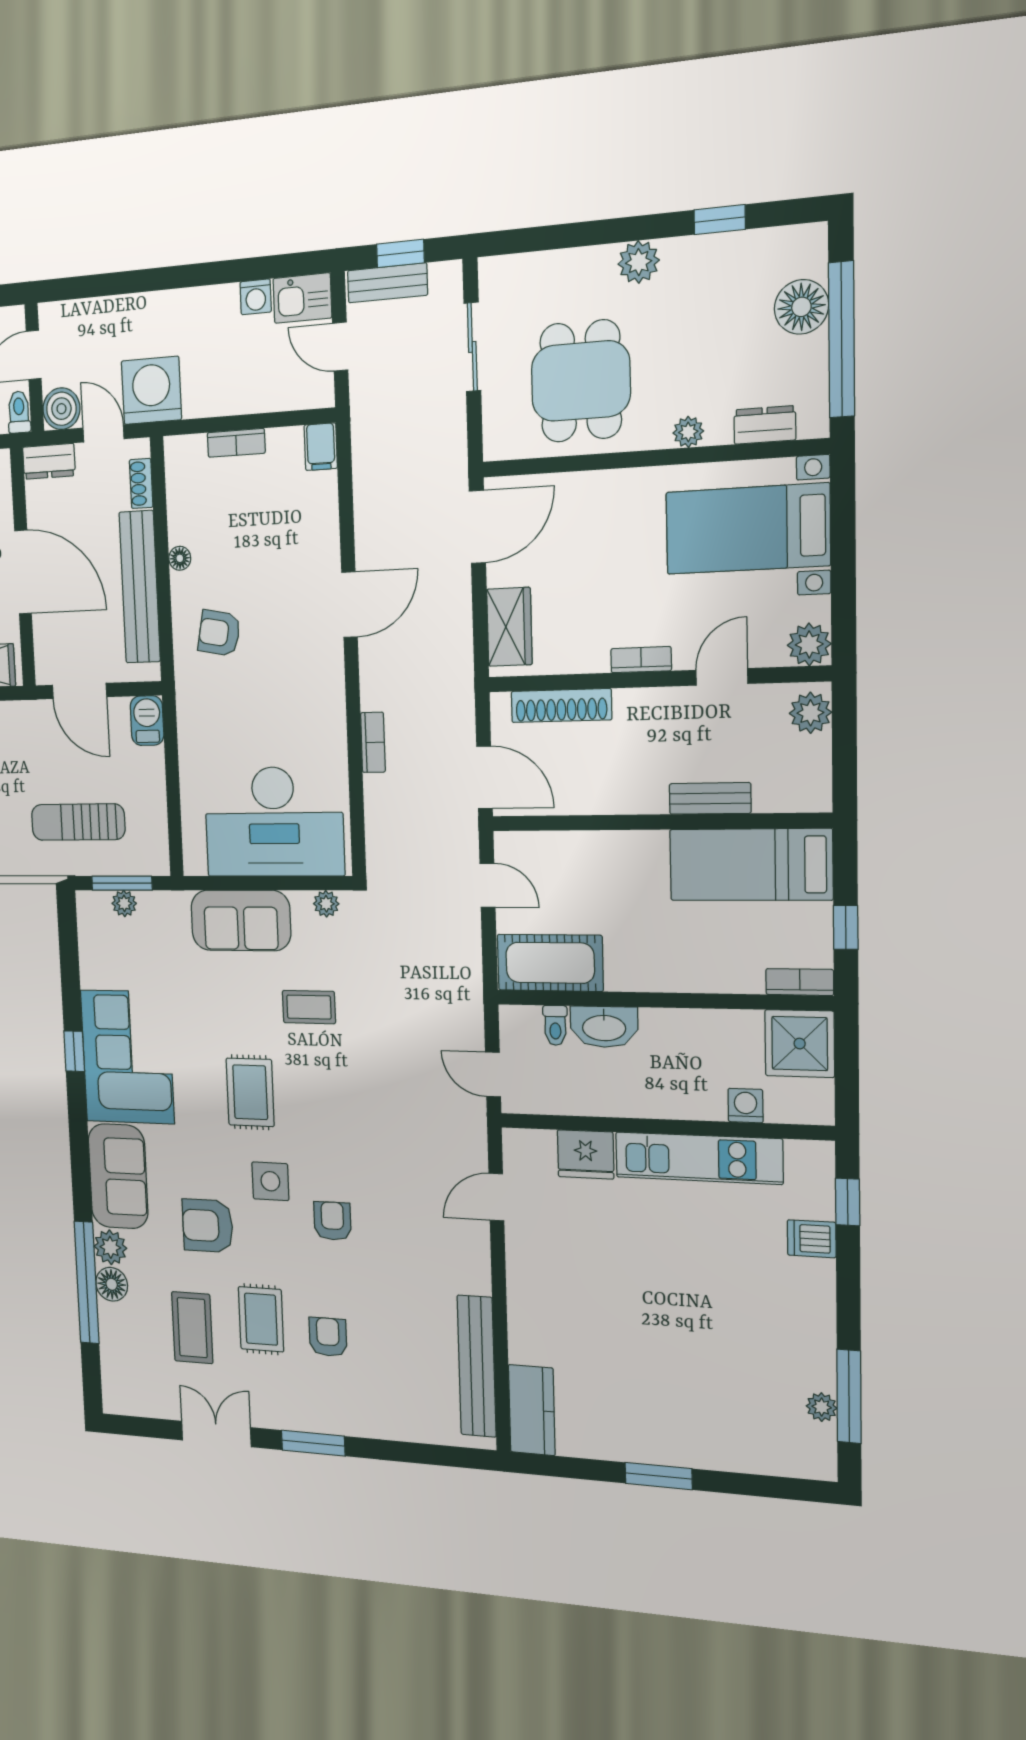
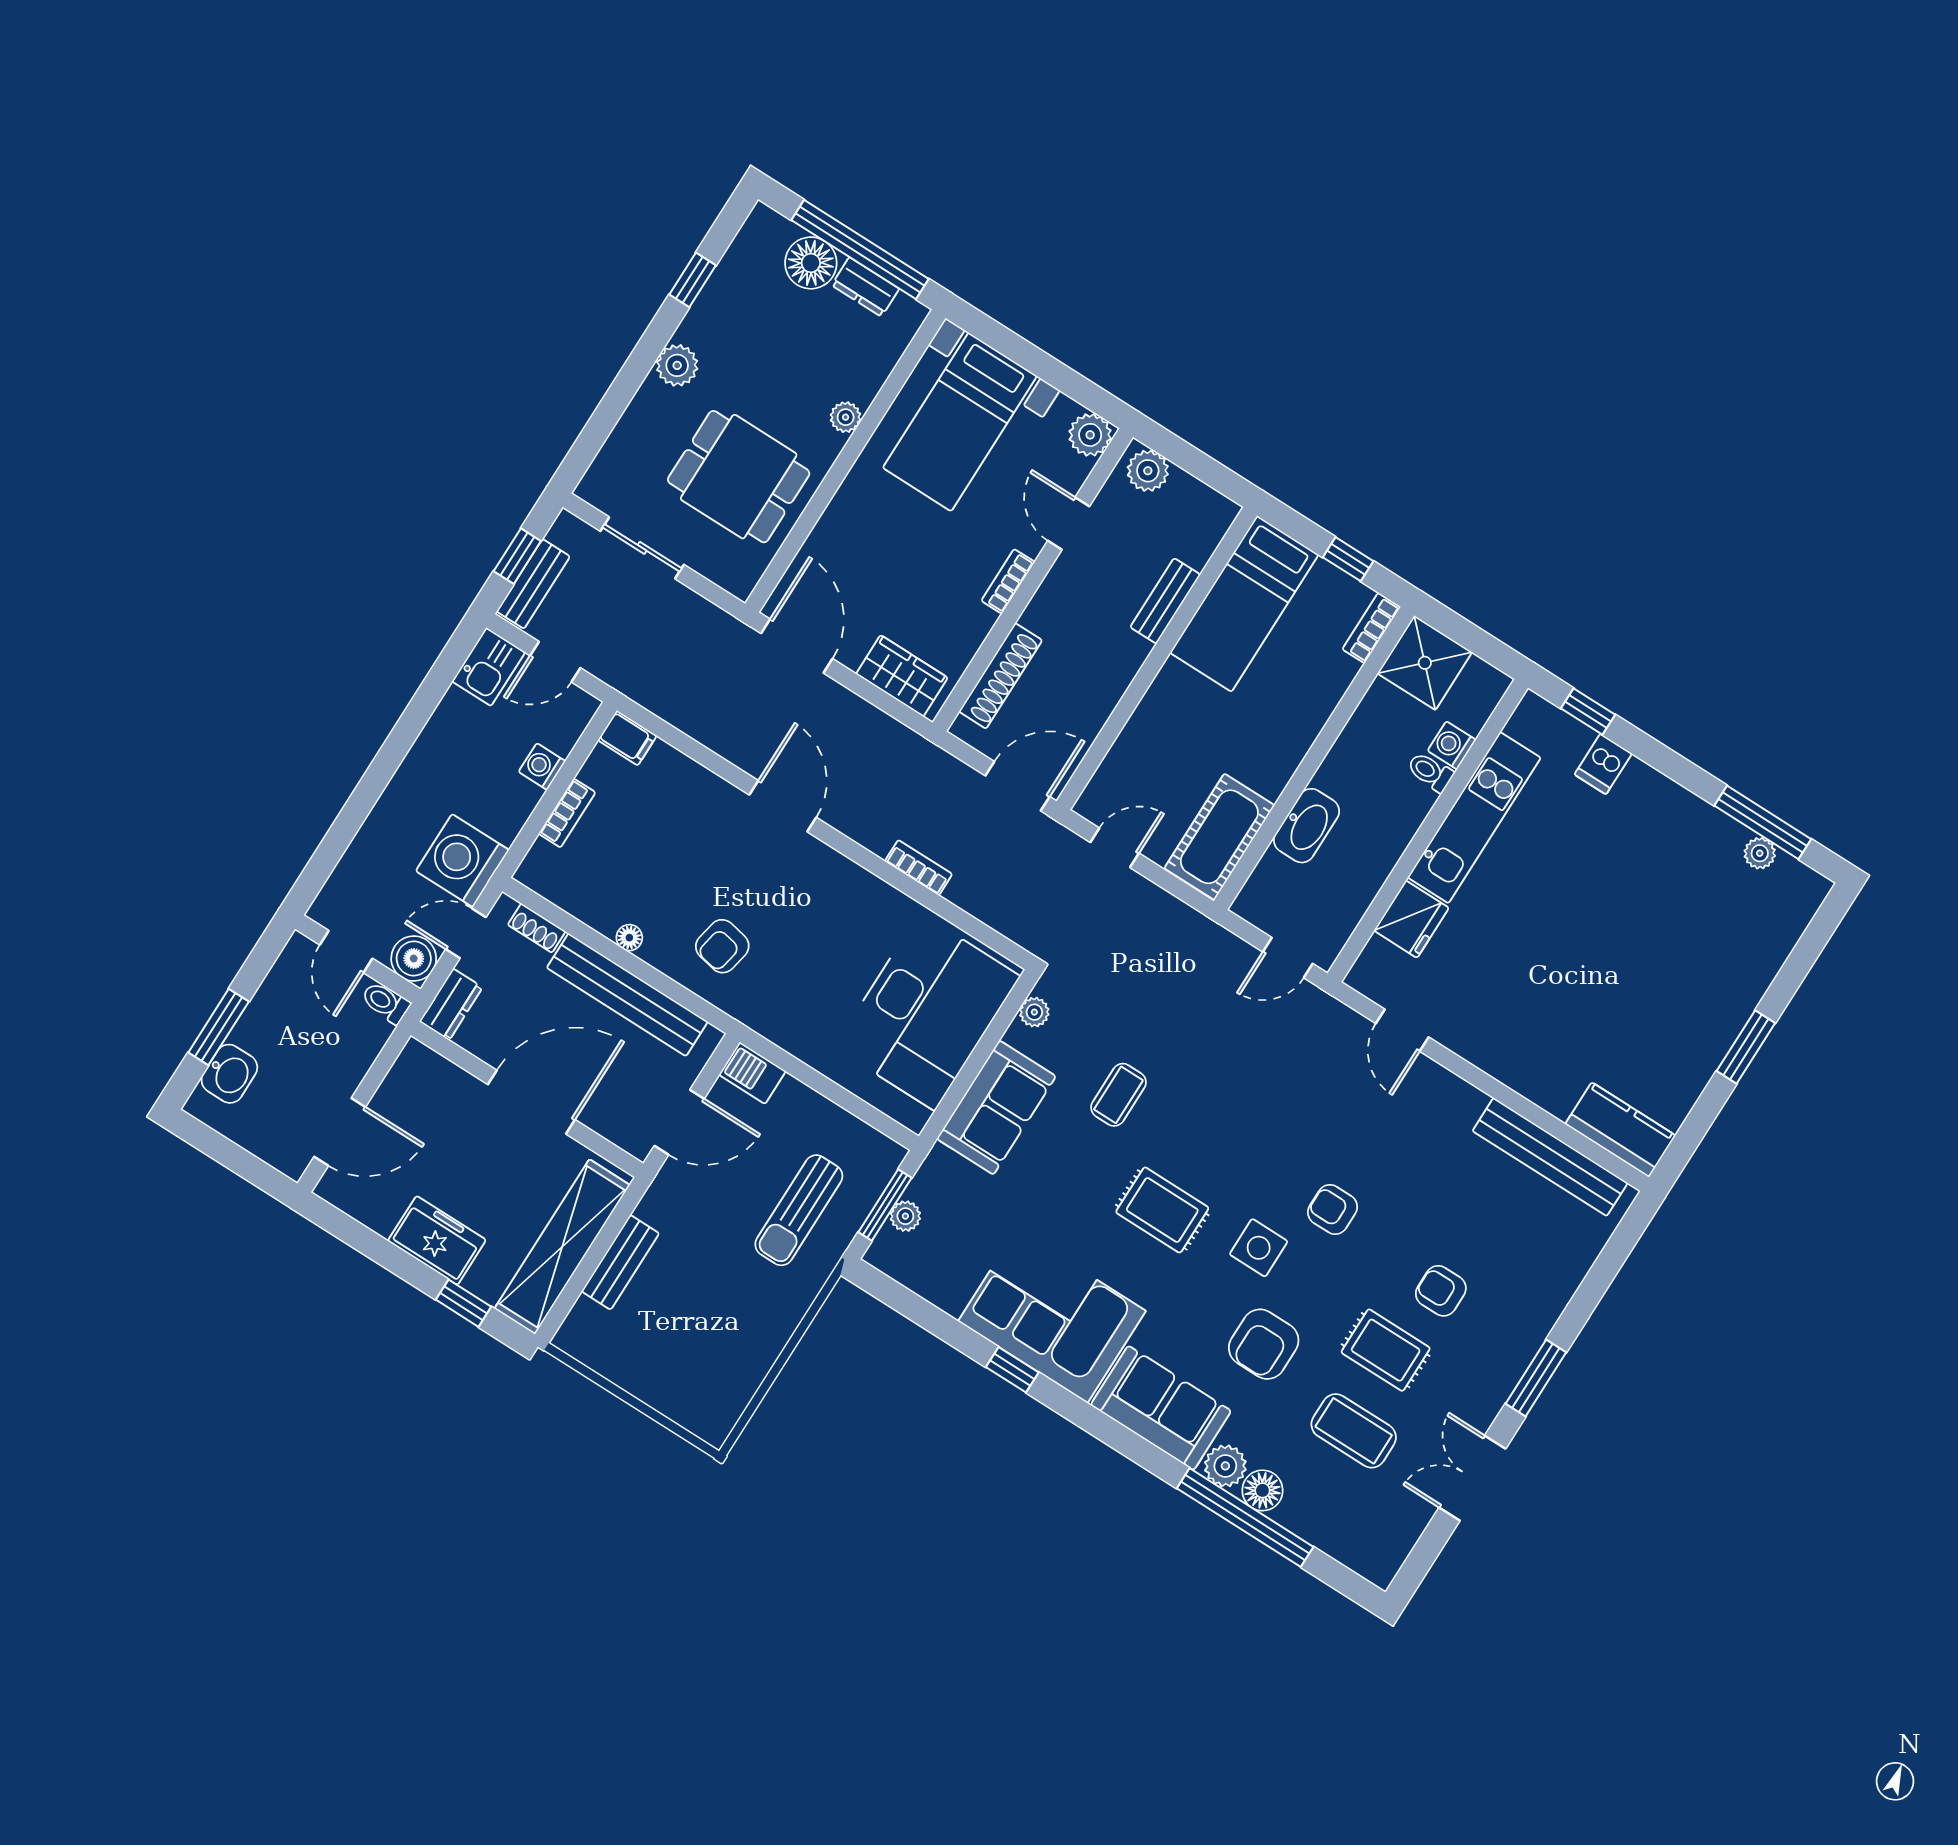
washing machine: (256, 297) -> (542, 767), moved, turned 180
dresser: (765, 425) -> (865, 287), moved, turned -90
toilet: (555, 1025) -> (1430, 772), moved, turned 180

